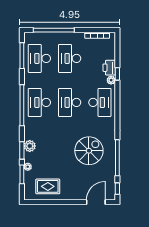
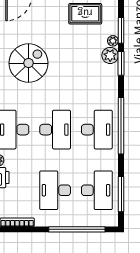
desk: (70, 58) -> (55, 190), turned 180
plant: (30, 146) -> (110, 55), moved
spiral stairs: (89, 151) -> (29, 63), turned 180

